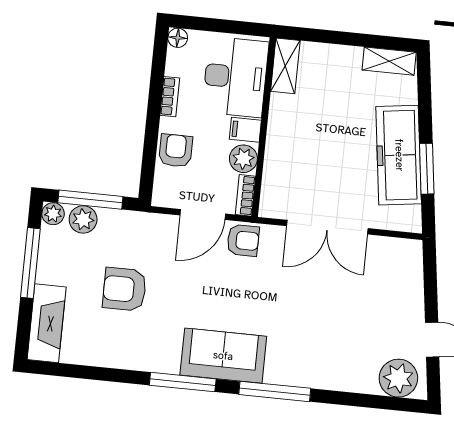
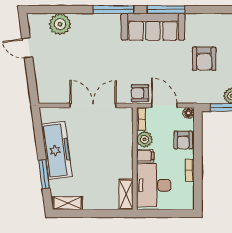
floor lamp: (178, 38) -> (189, 113), moved
window: (427, 169) -> (44, 174), moved
door: (203, 215) -> (164, 105), hinge flipped
armchair: (125, 289) -> (204, 59), turned 90
sofa: (223, 356) -> (153, 27), width x1.36
plant: (398, 378) -> (60, 24), moved

